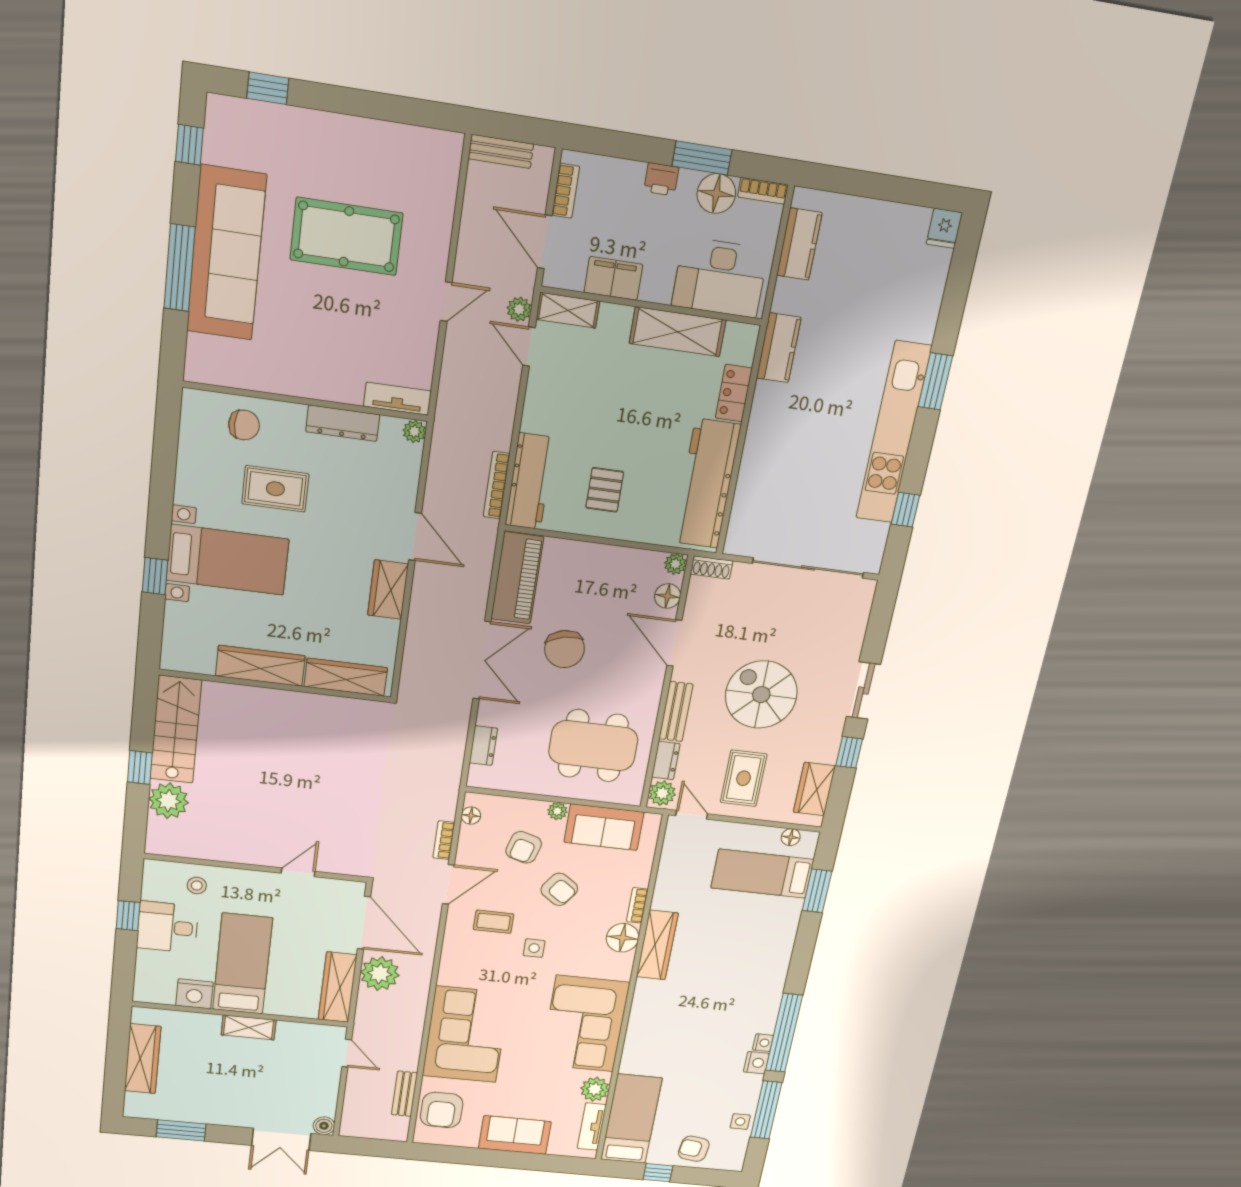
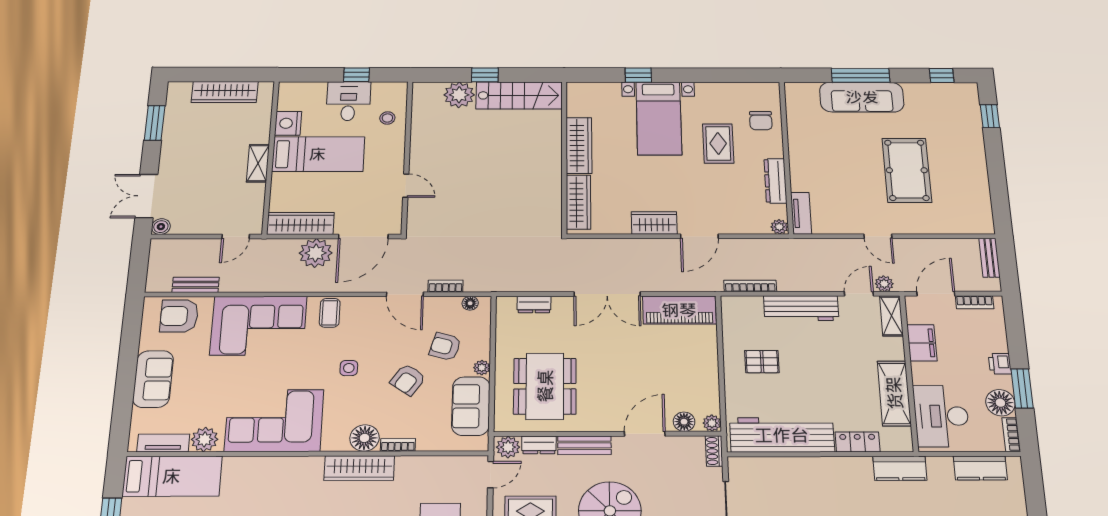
sofa: (226, 253) -> (862, 97), width x0.74, depth x0.79
workbench: (530, 481) -> (801, 308), moved
chair: (565, 649) -> (626, 352), removed
coffee table: (494, 922) -> (330, 313), moved

